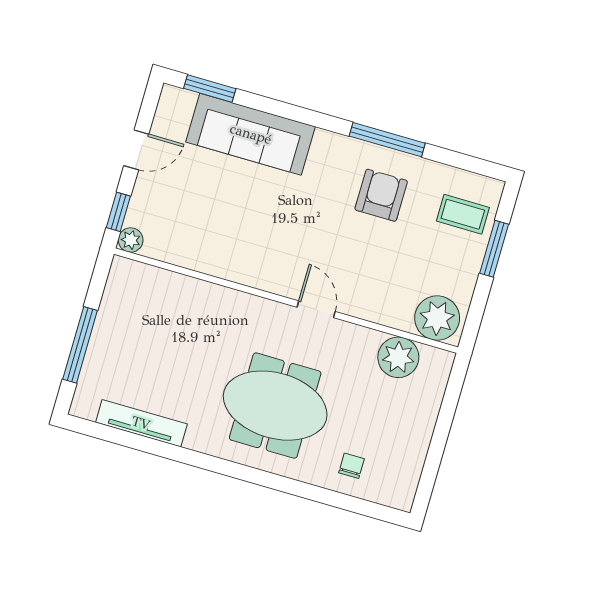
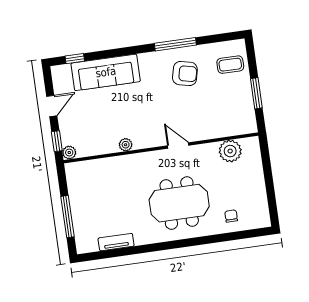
window: (210, 88) -> (75, 59), width x0.67
armchair: (381, 195) -> (185, 74), turned 103
window: (494, 249) -> (256, 93), moved
plant: (437, 318) -> (126, 145), moved, width x0.53, depth x0.53
tv unit: (141, 423) -> (116, 242), width x0.71

